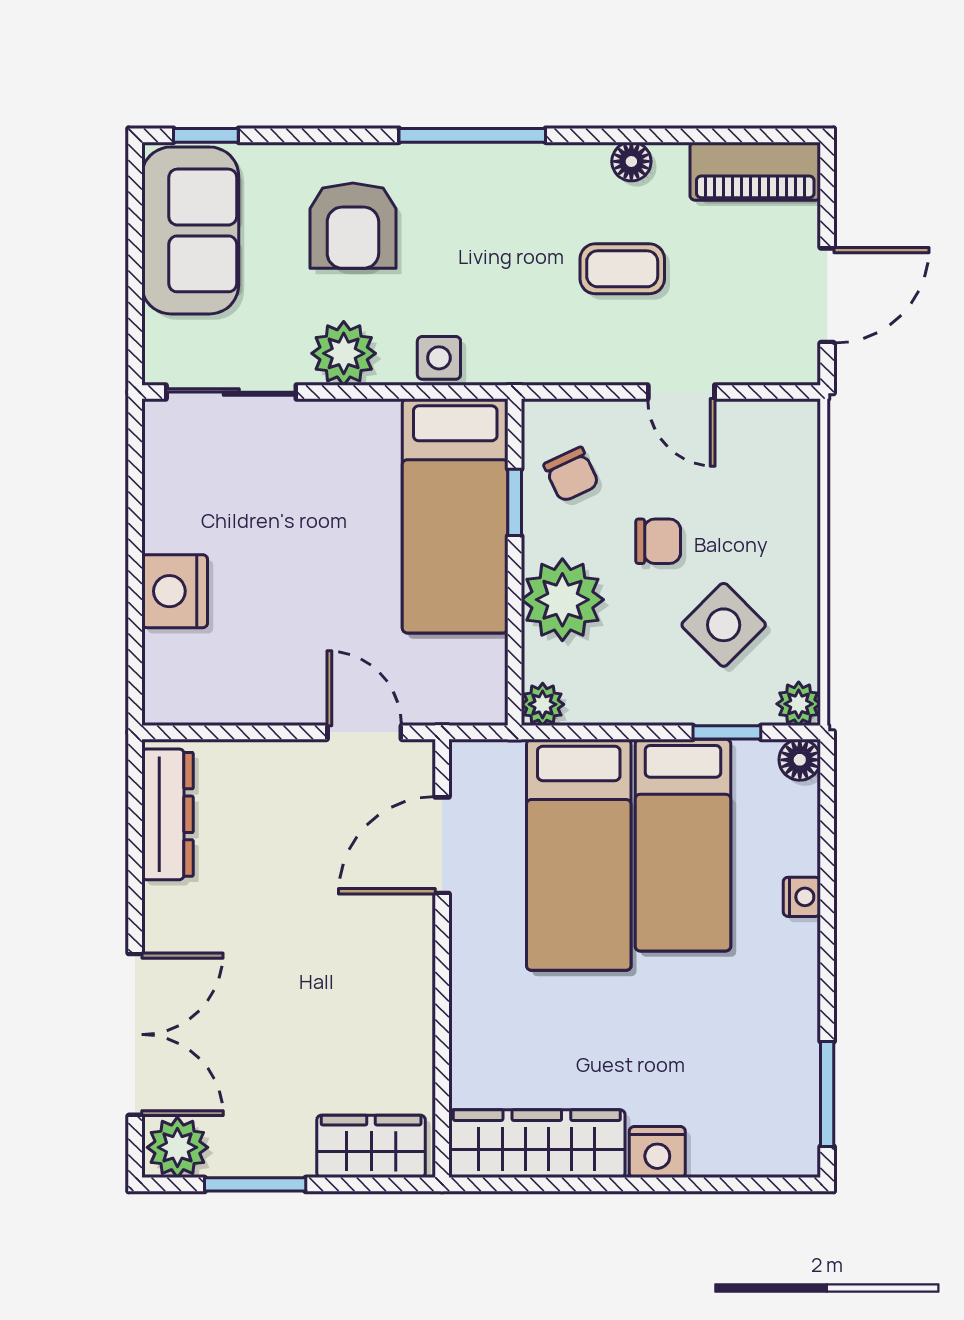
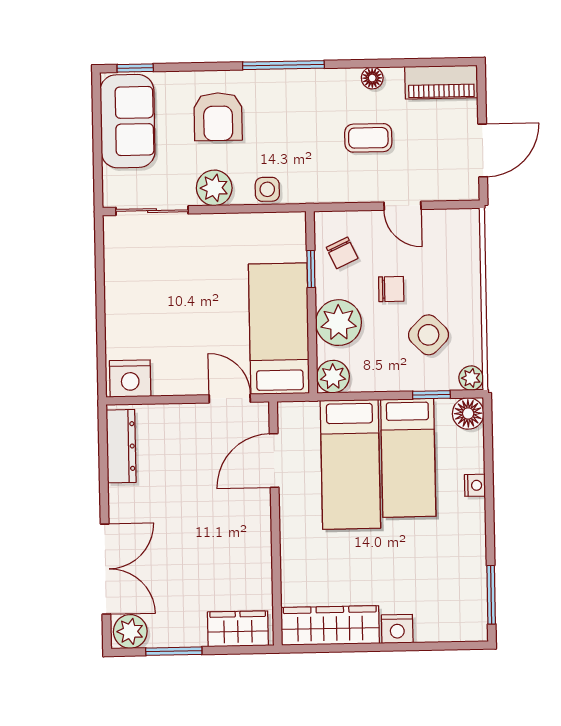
bed: (455, 516) -> (279, 329), moved, turned 180
nightstand: (175, 591) -> (130, 378), moved, turned -90
plant: (543, 704) -> (333, 377), width x1.38, depth x1.38
floor lamp: (800, 760) -> (468, 413), width x1.37, depth x1.37

